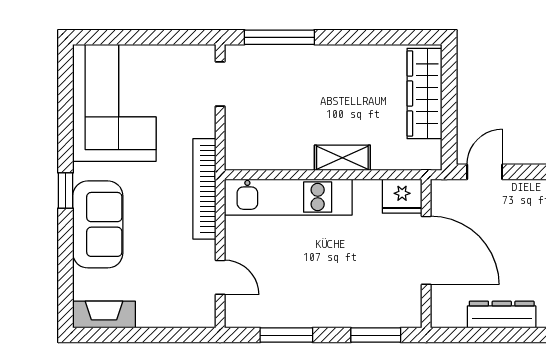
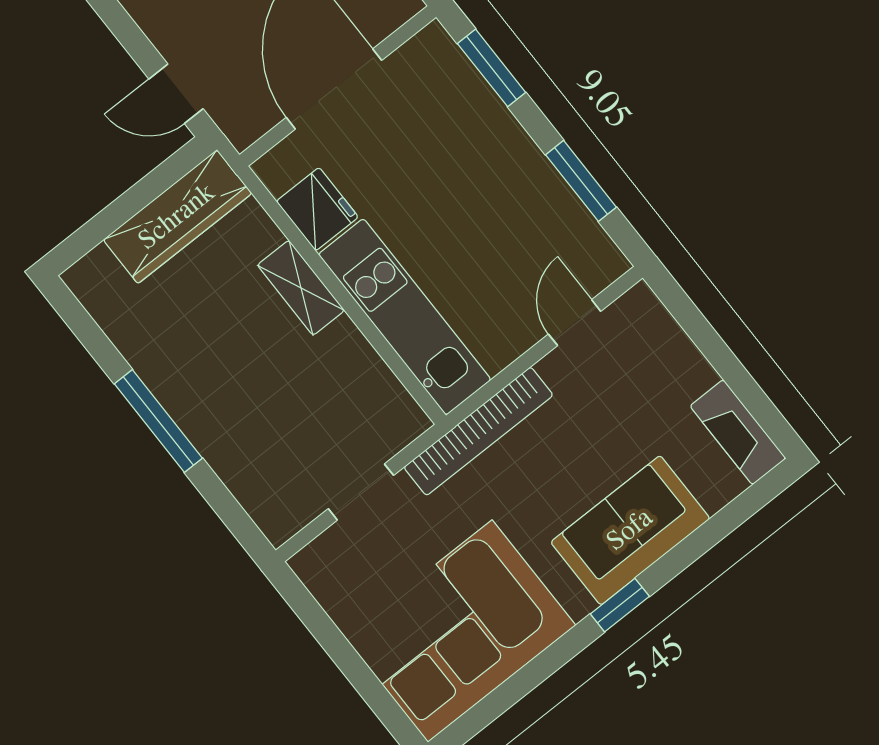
window: (279, 37) -> (158, 421), moved
doorway: (220, 84) -> (361, 492), moved
wardrobe: (424, 94) -> (177, 217), moved
fridge: (402, 196) -> (317, 209), moved

